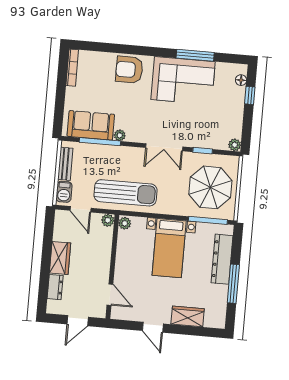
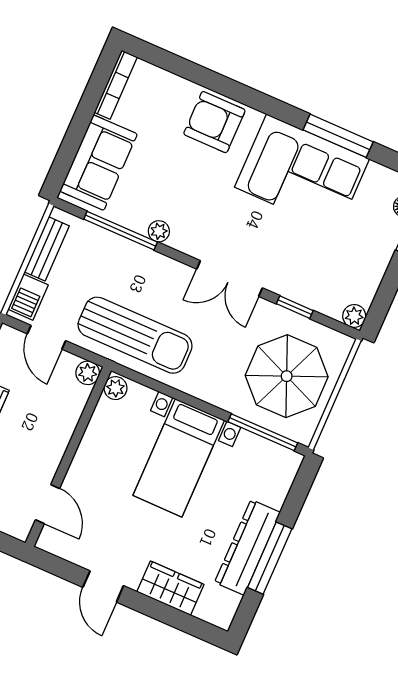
sofa: (91, 125) -> (99, 163), moved, turned 90
dresser: (222, 259) -> (247, 547), moved

